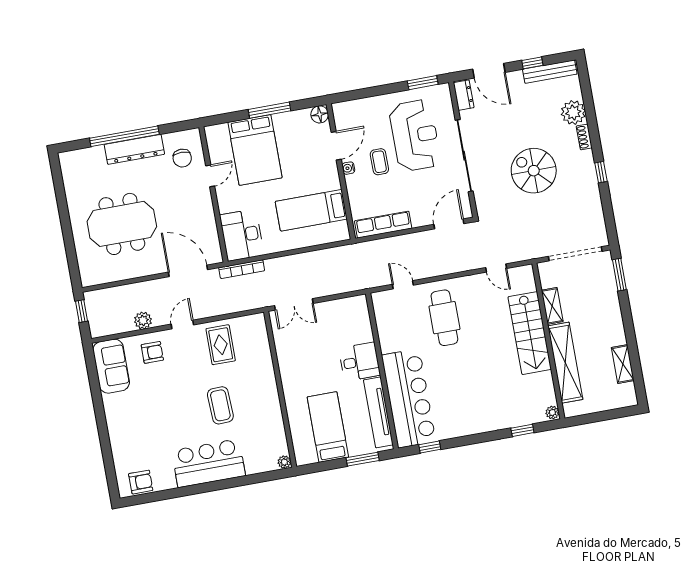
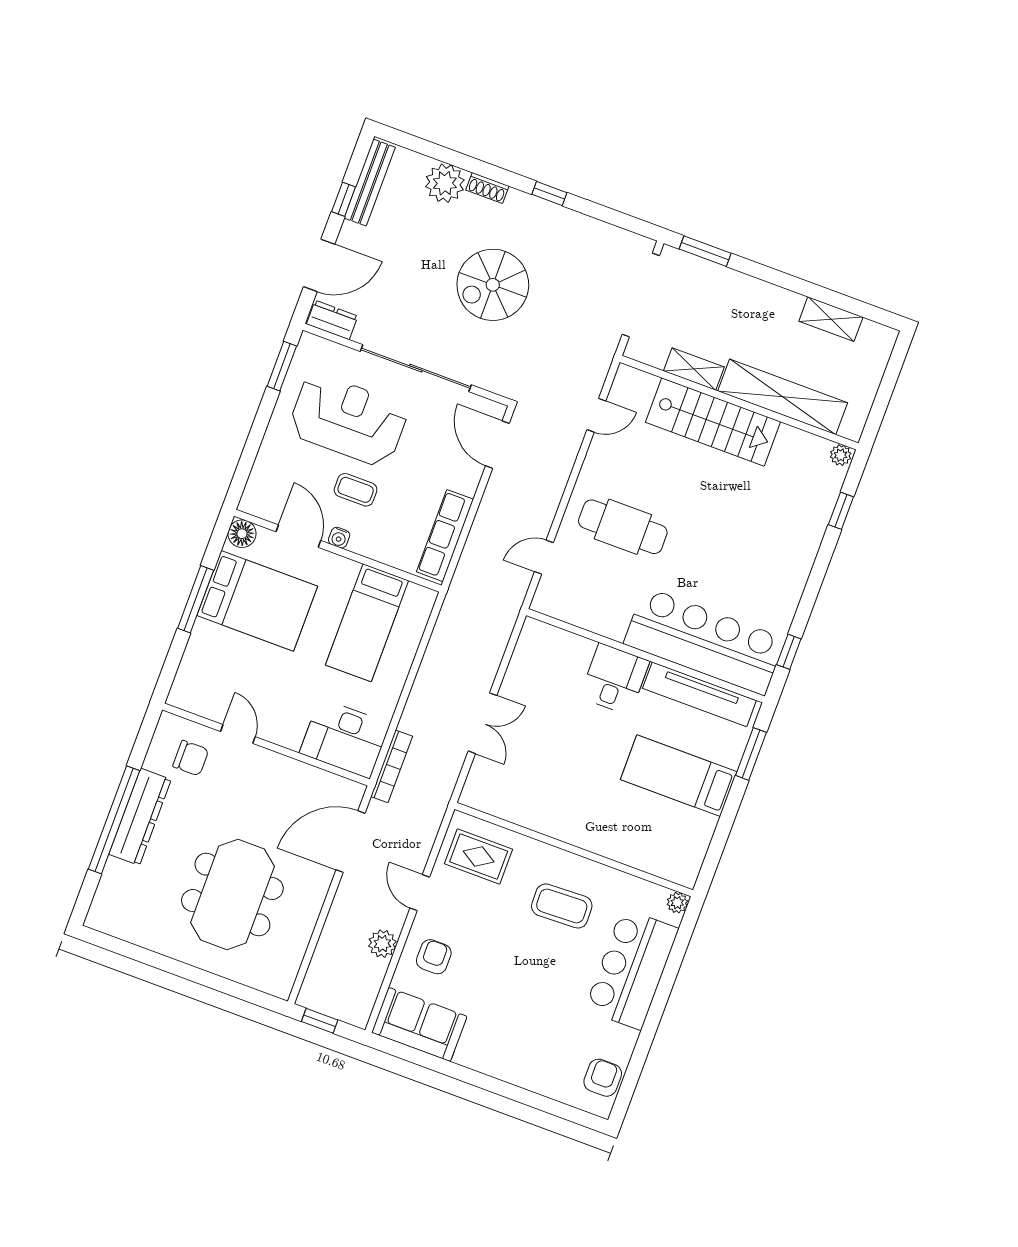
bed: (255, 150) -> (257, 601), moved
wall: (280, 389) -> (574, 850), moved
plant: (284, 462) -> (677, 903), moved

